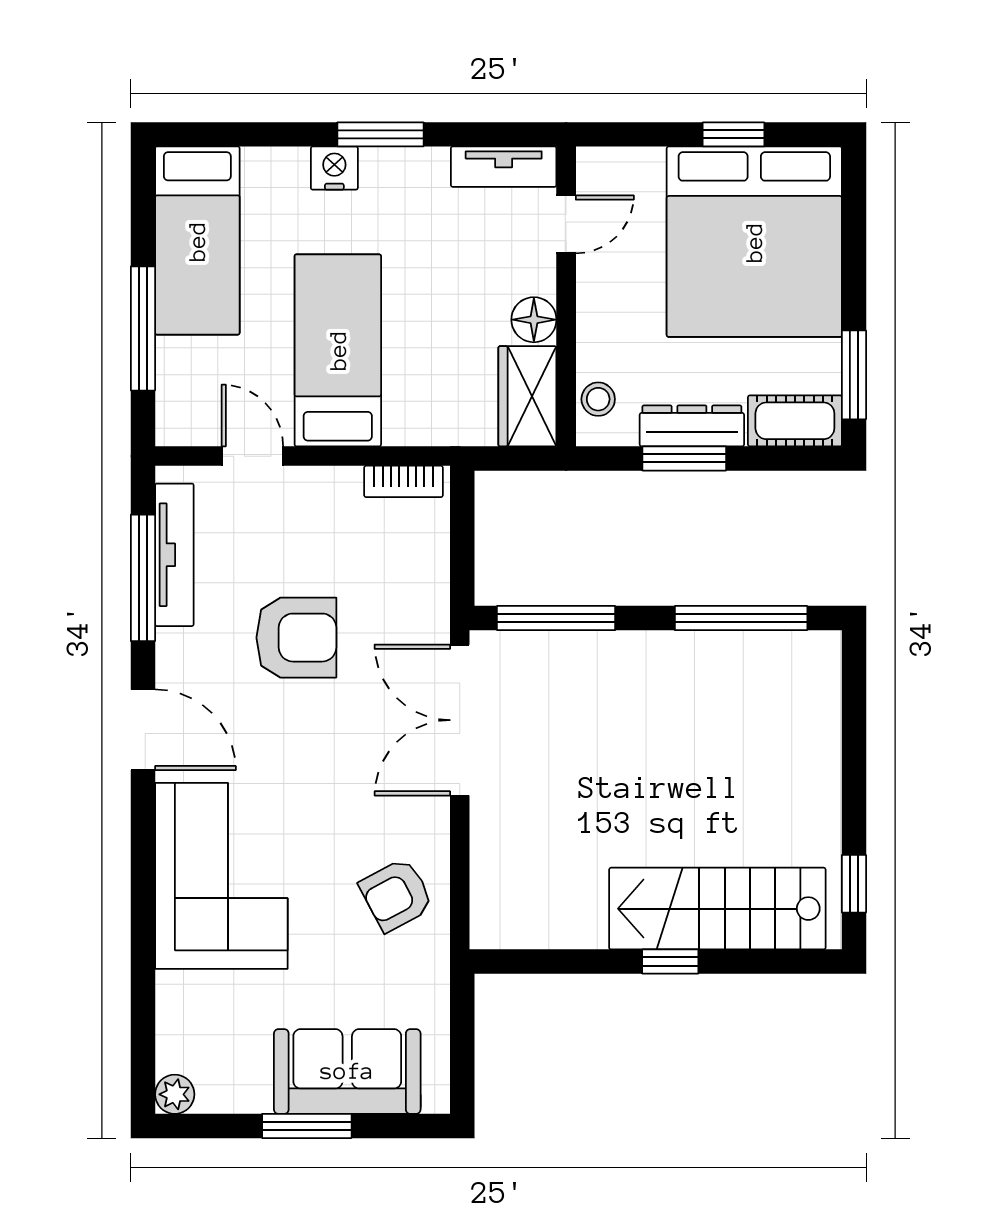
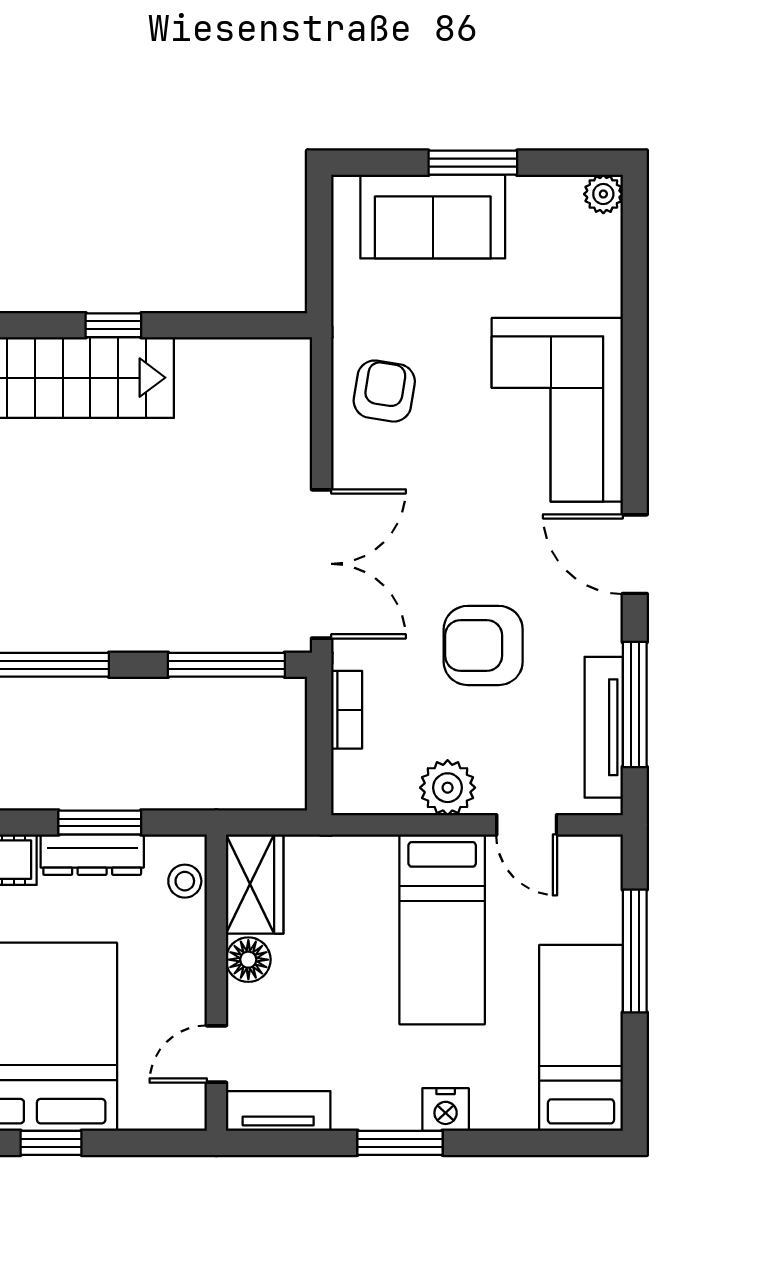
bookcase: (404, 481) -> (347, 710), moved, turned 90
plant: (332, 494) -> (448, 788), added
armchair: (396, 895) -> (384, 391), turned -53

